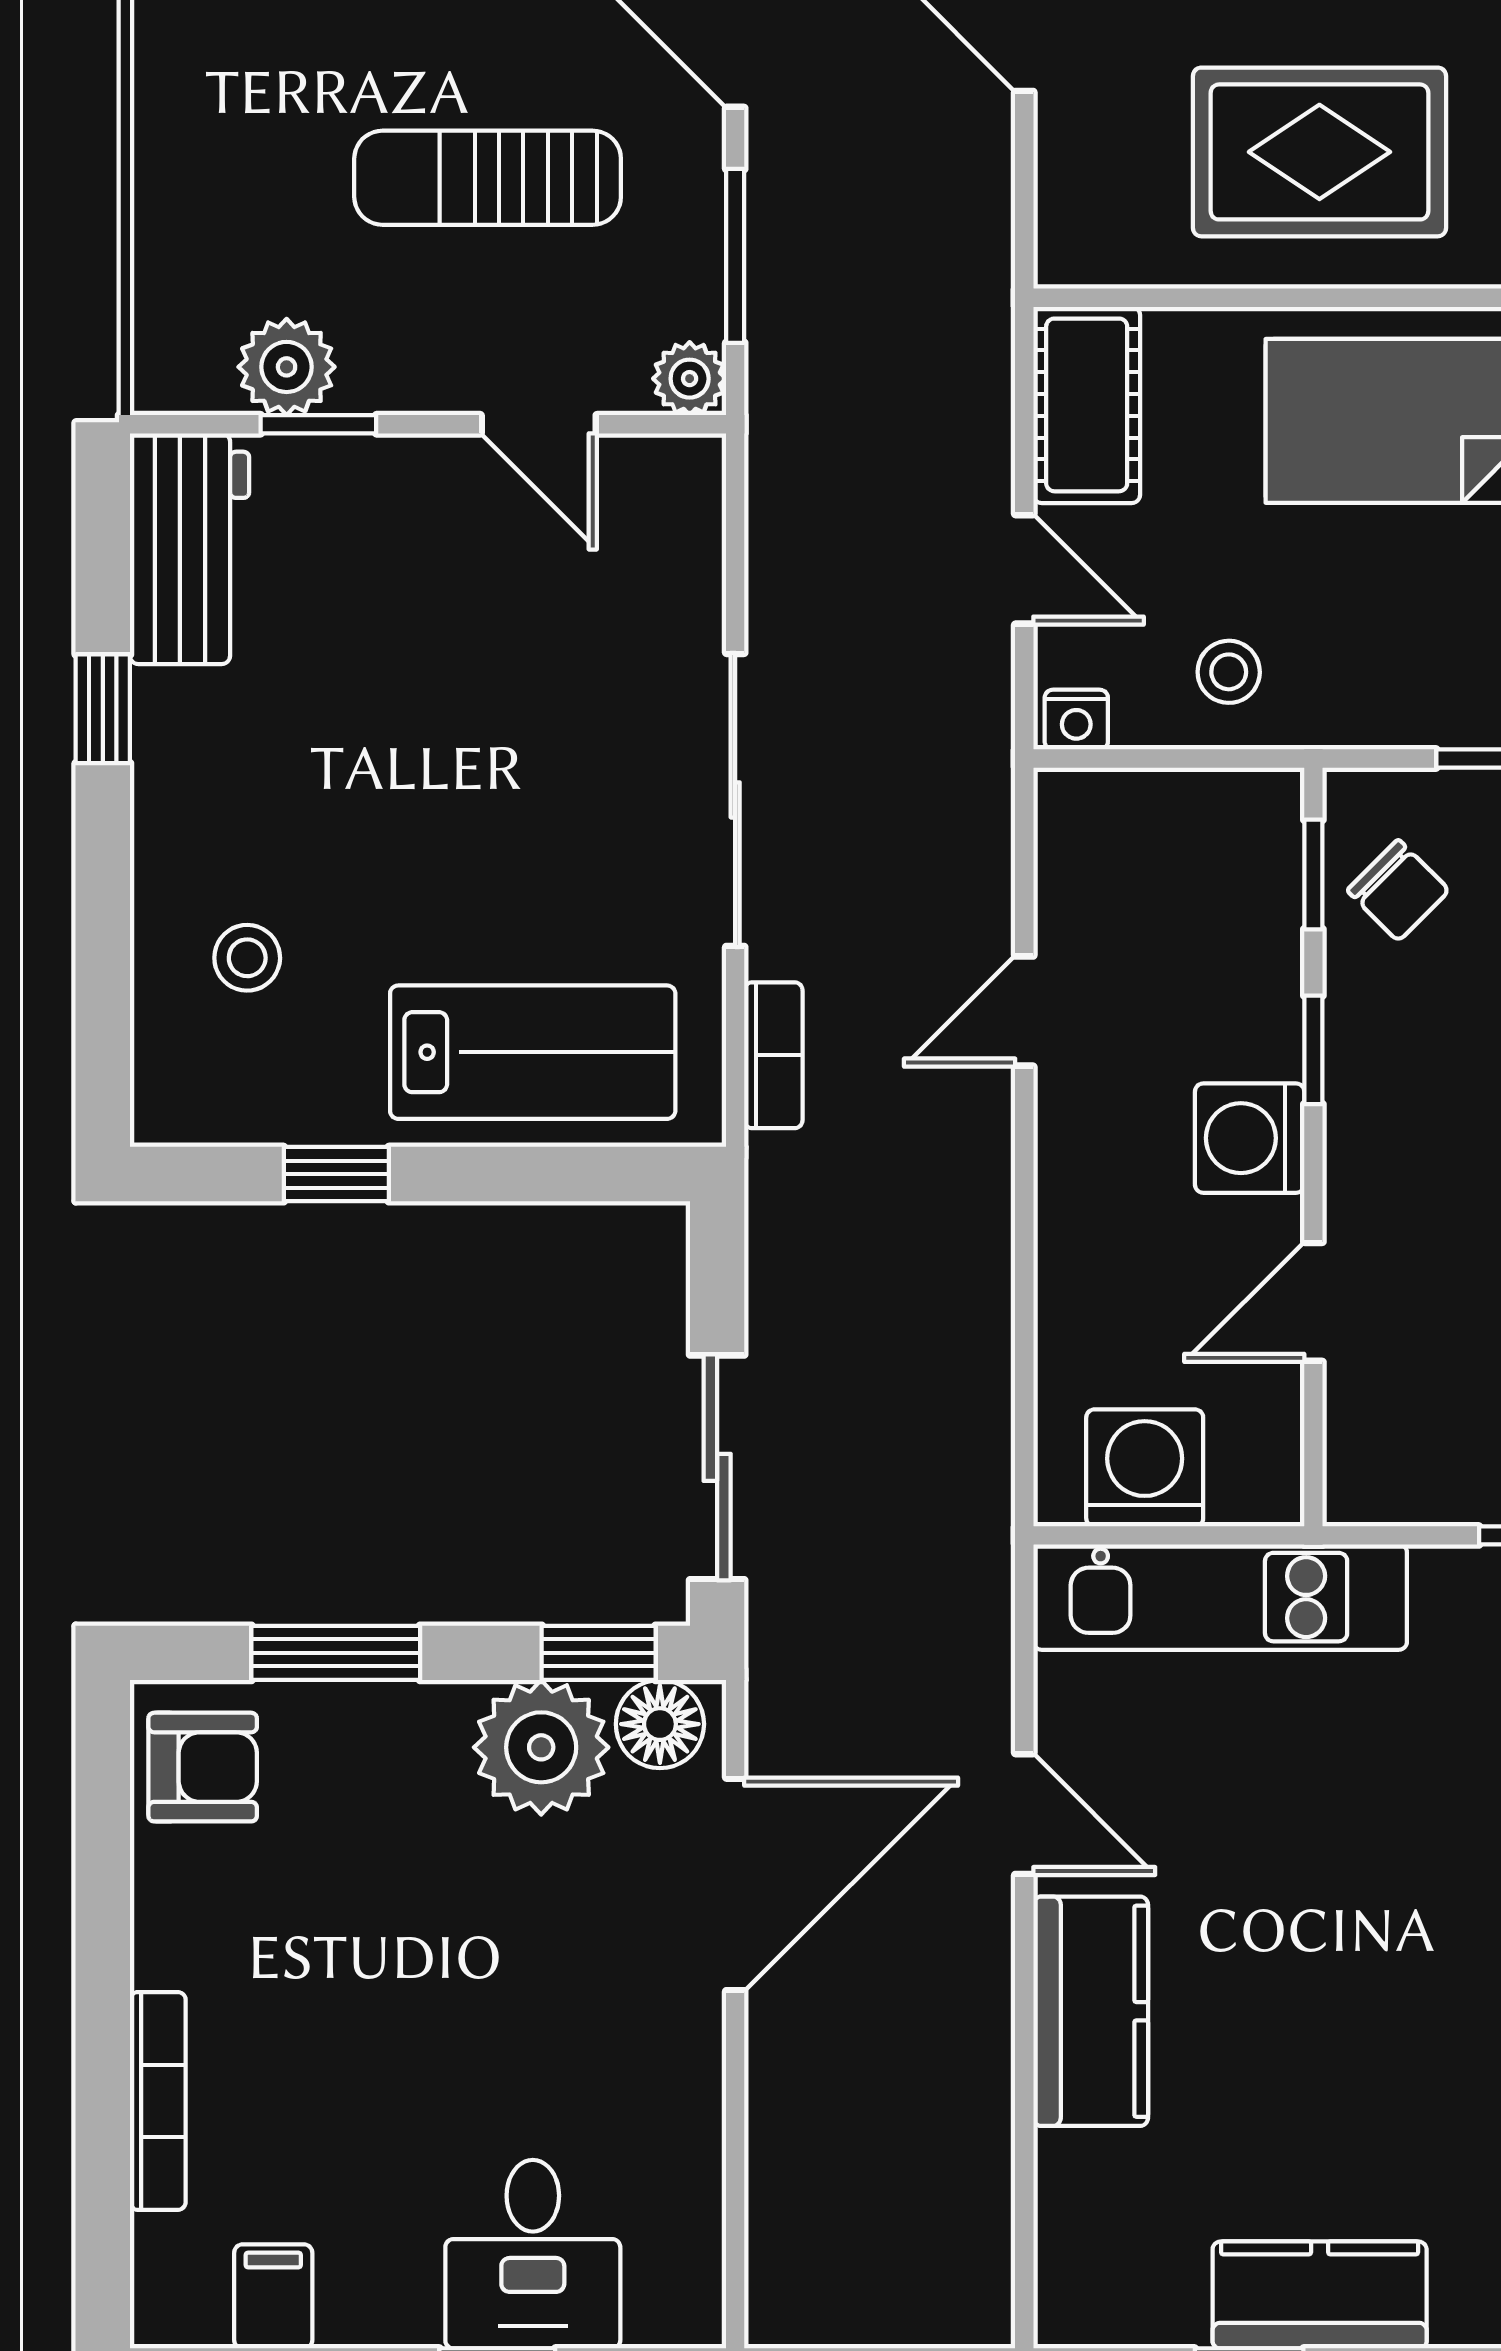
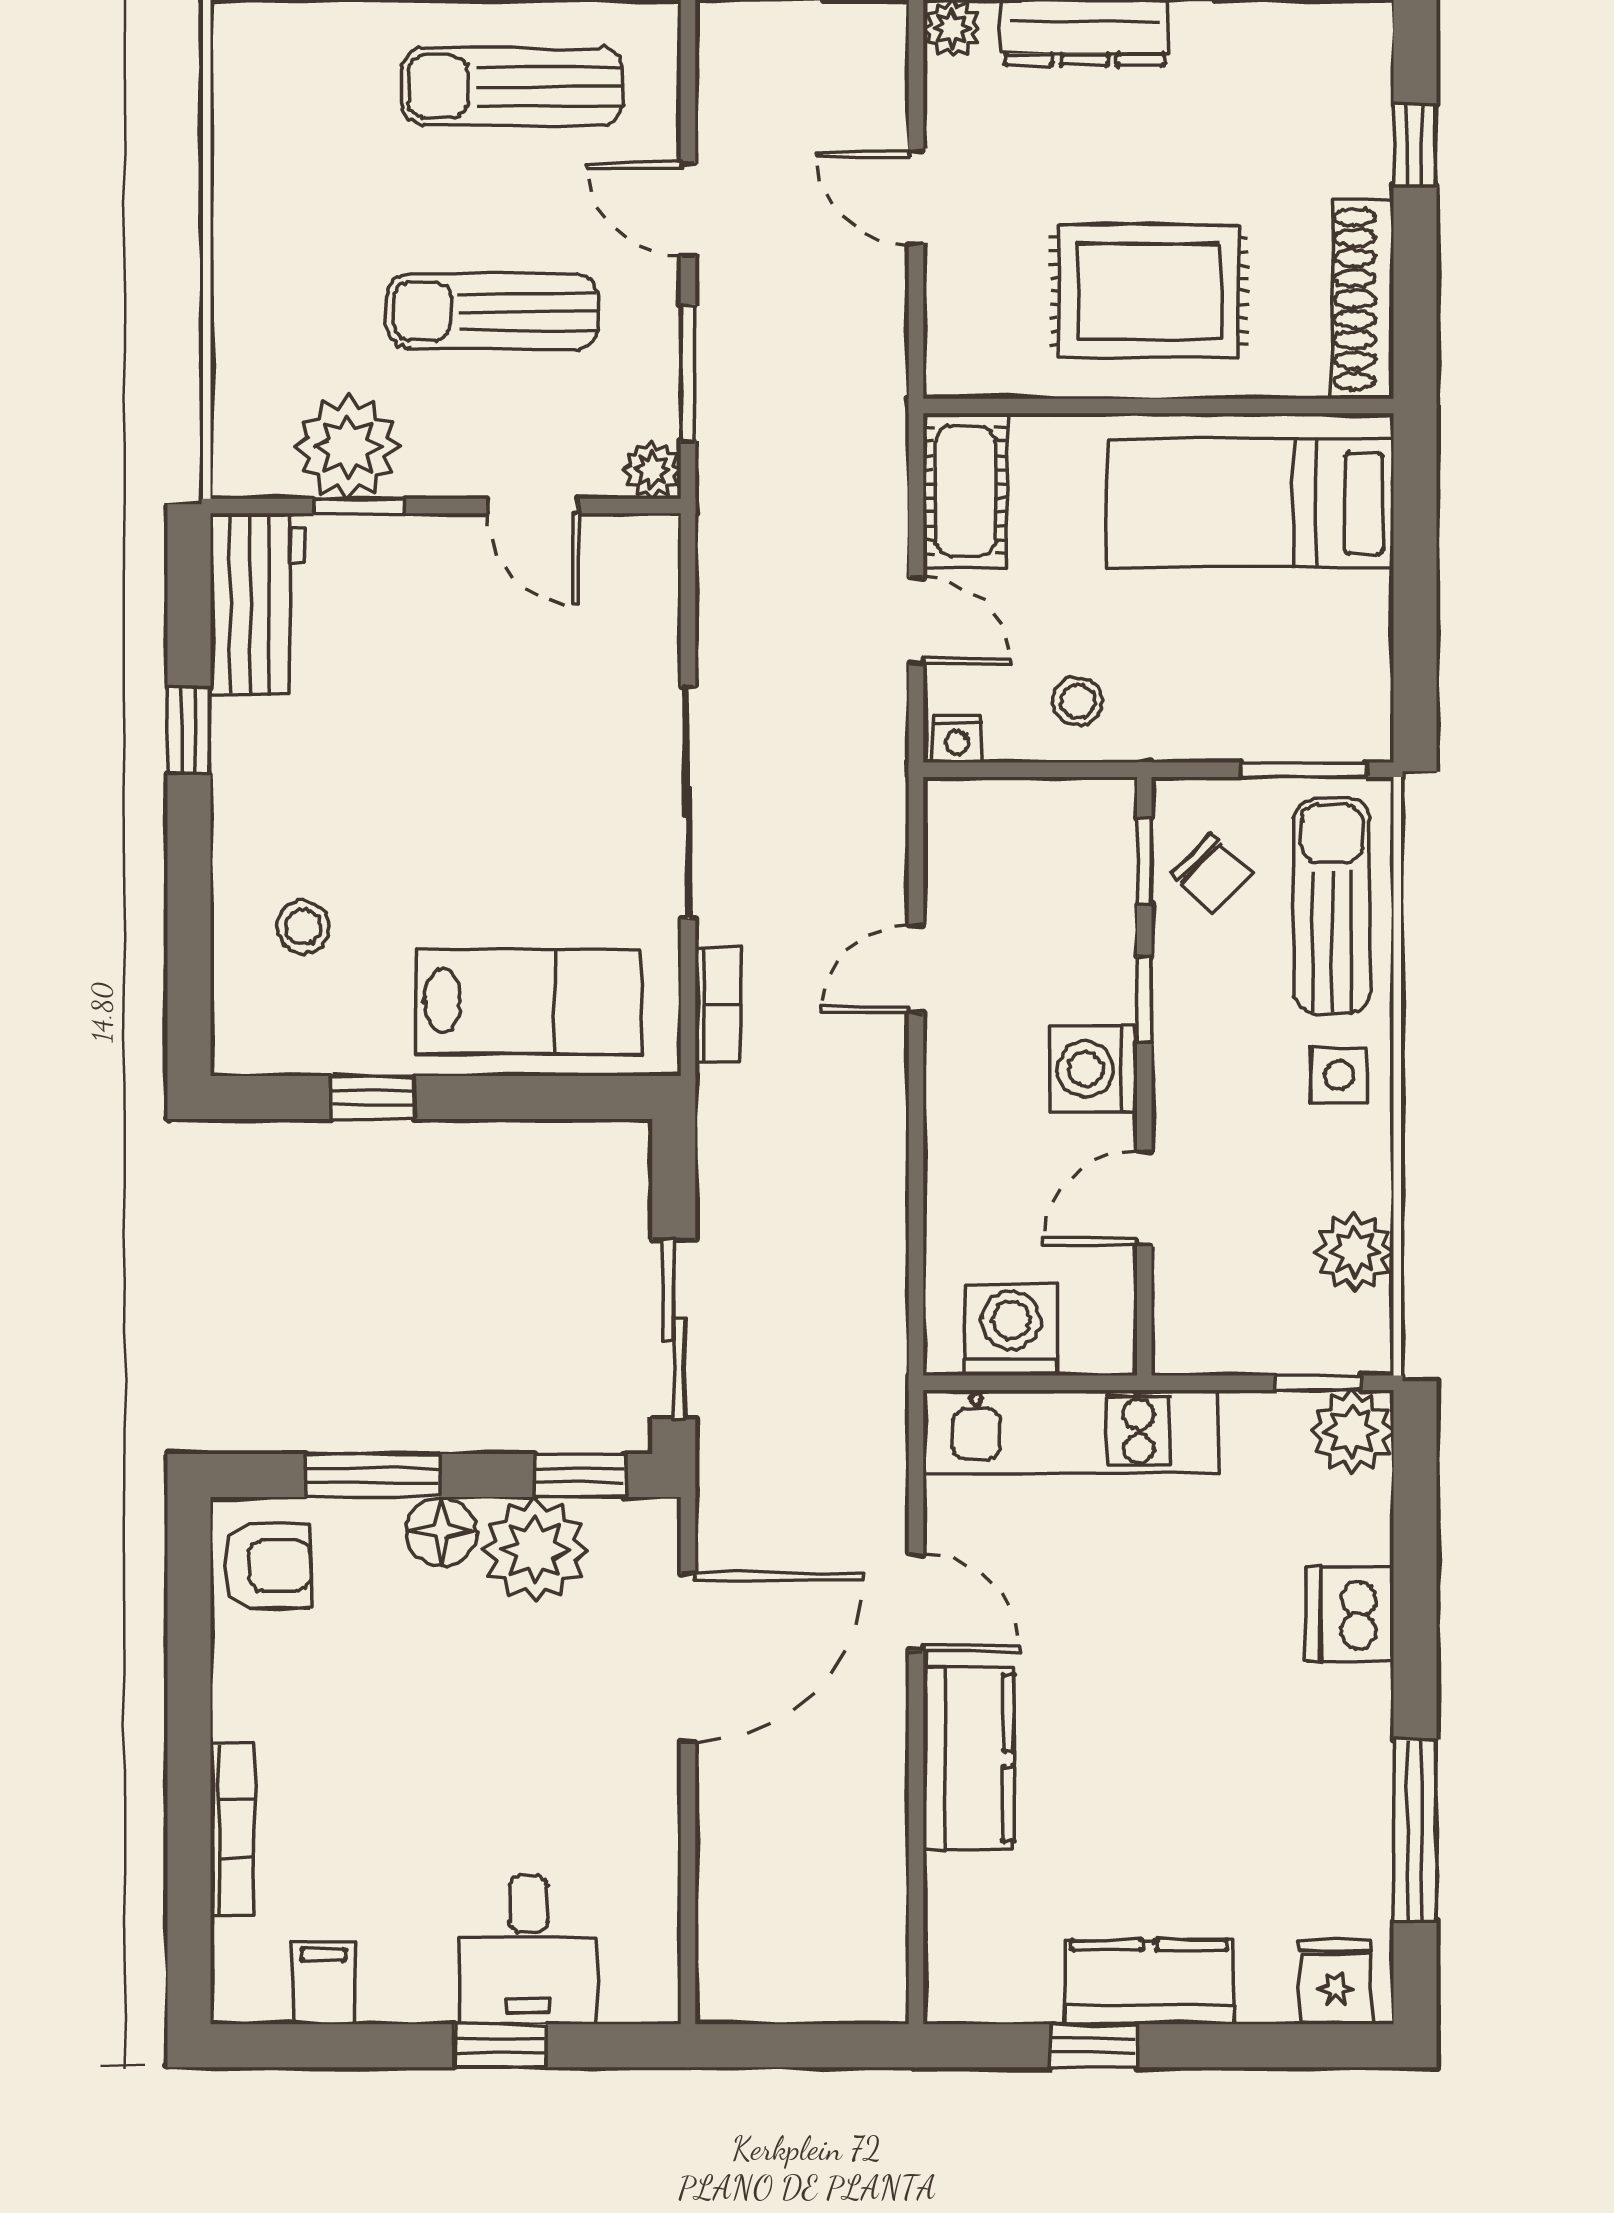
plant: (287, 367) -> (348, 447), width x1.36, depth x1.36
floor lamp: (660, 1724) -> (441, 1532), moved

